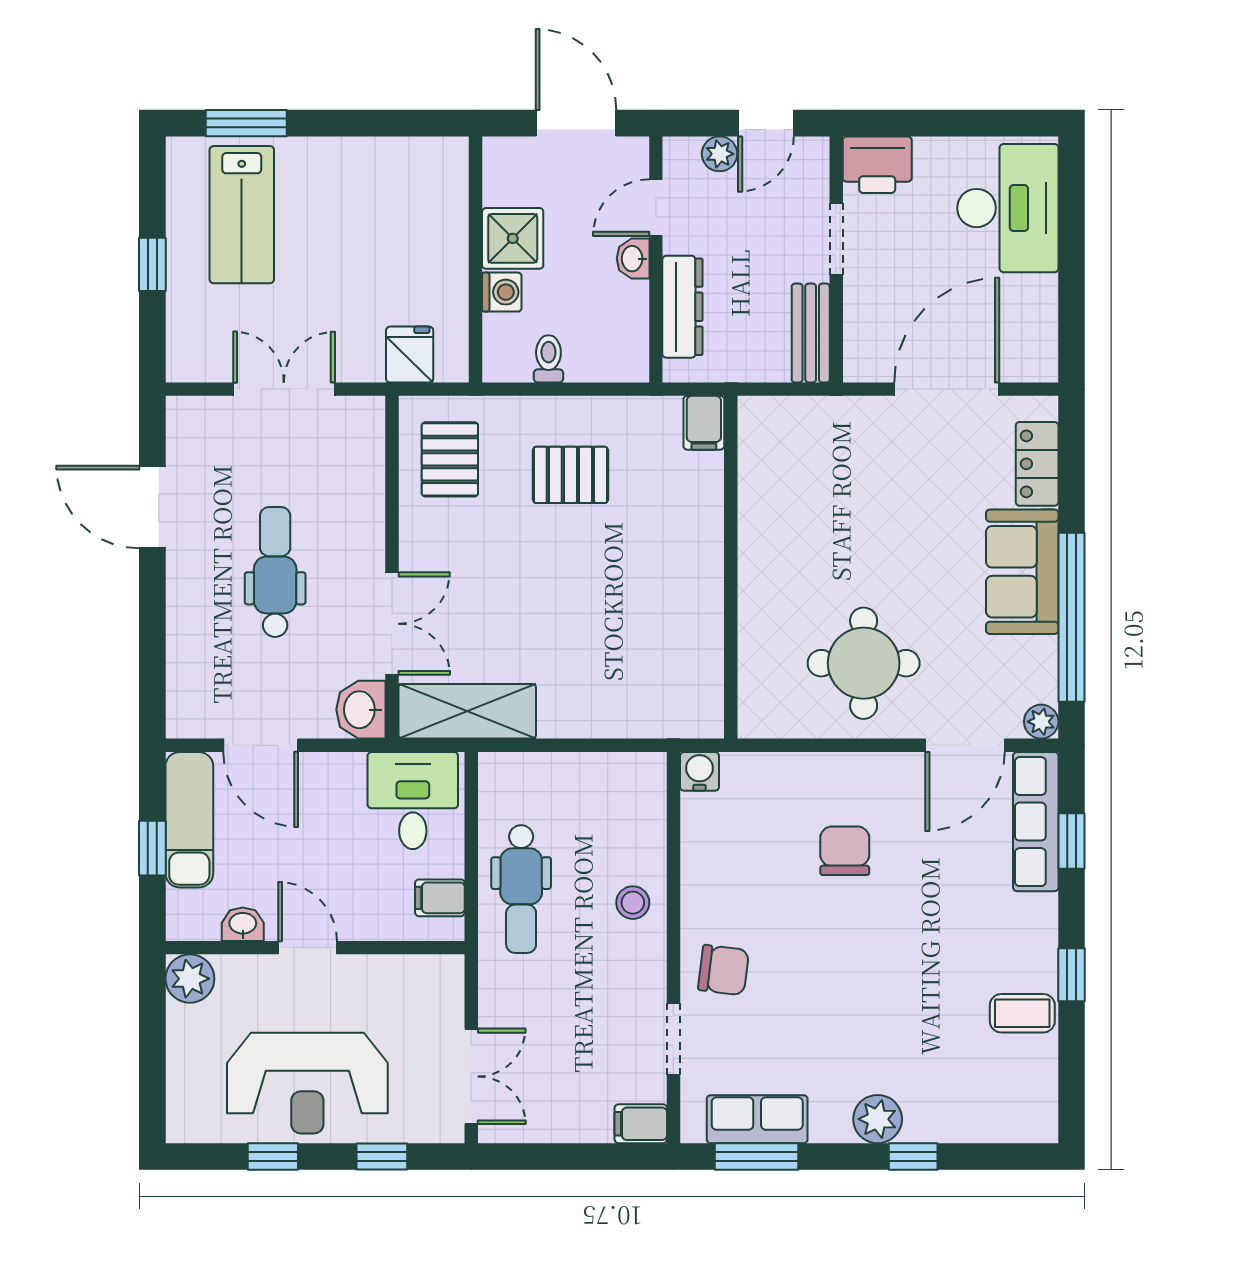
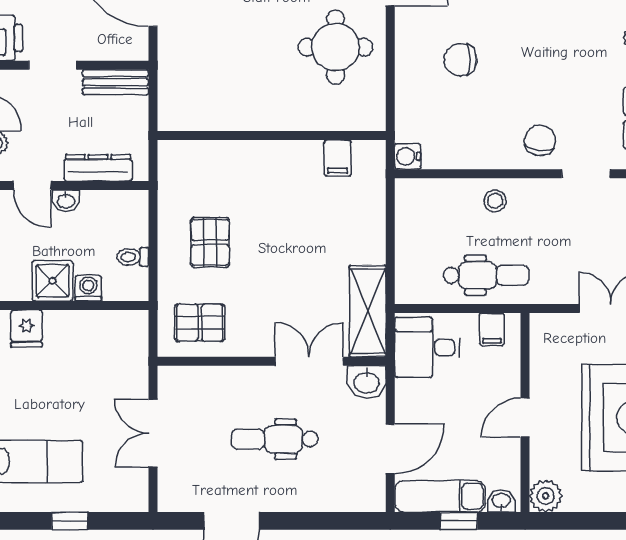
fridge: (410, 355) -> (26, 329), moved, turned -90
filing cabinet: (704, 423) -> (338, 158), moved, turned 90
washbasin: (243, 924) -> (501, 501), moved, turned 90

